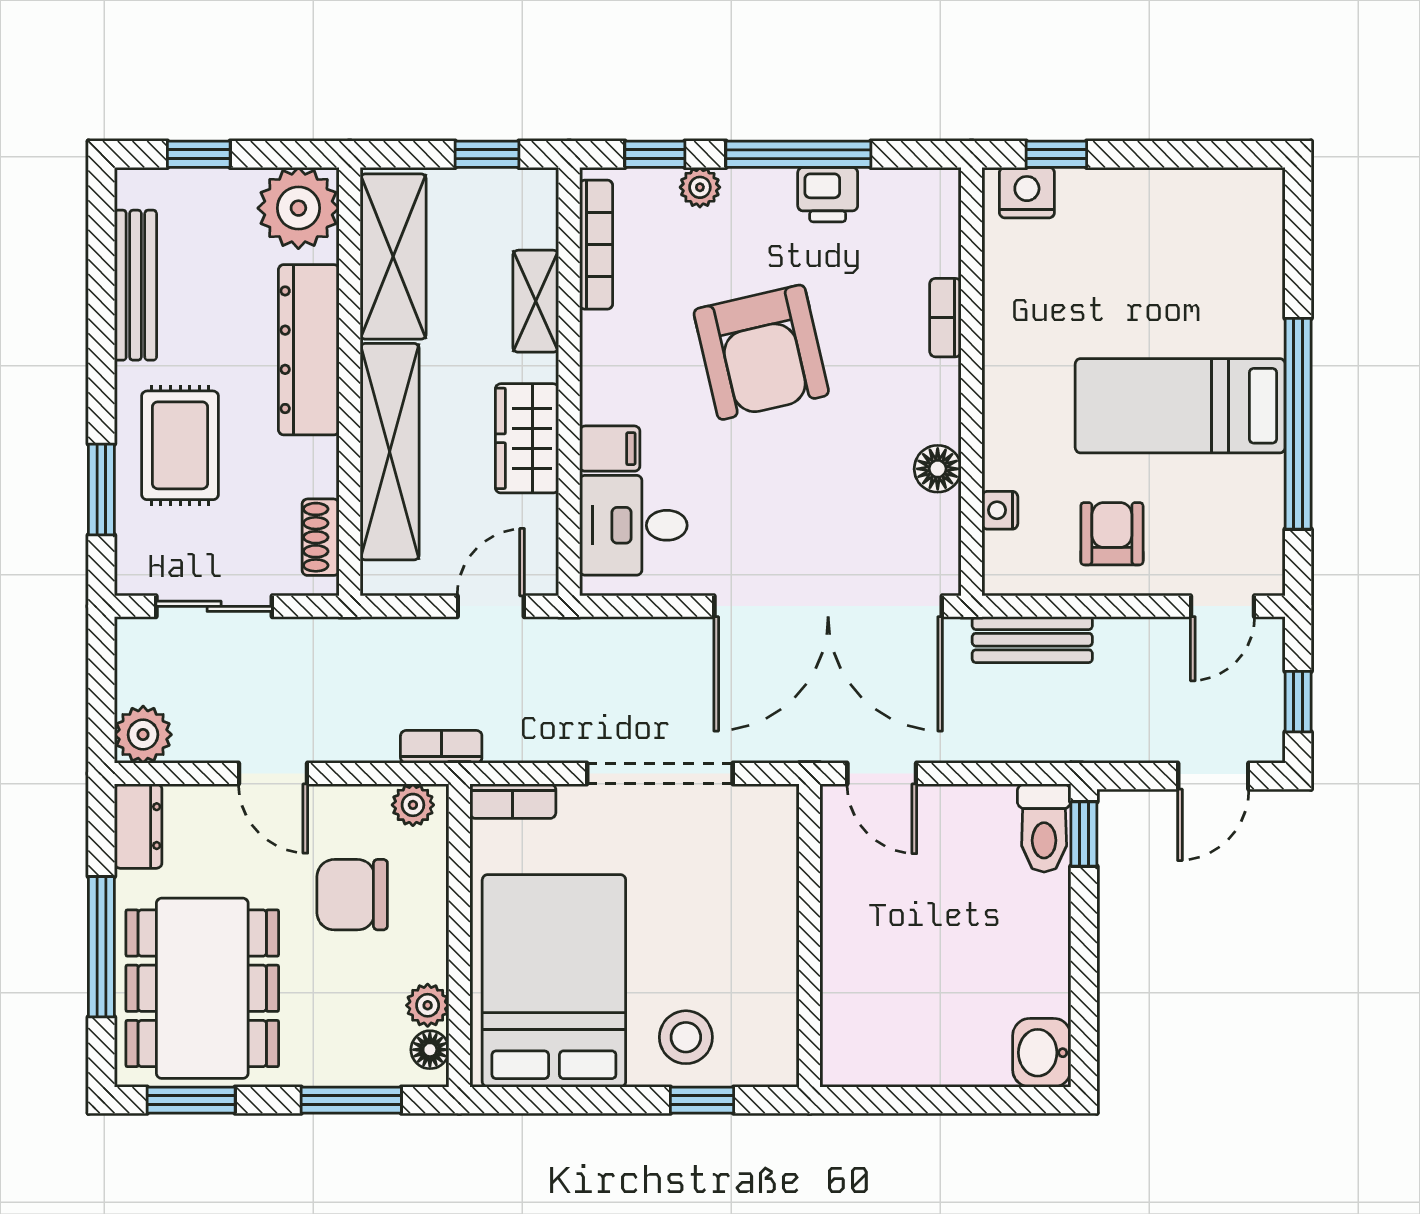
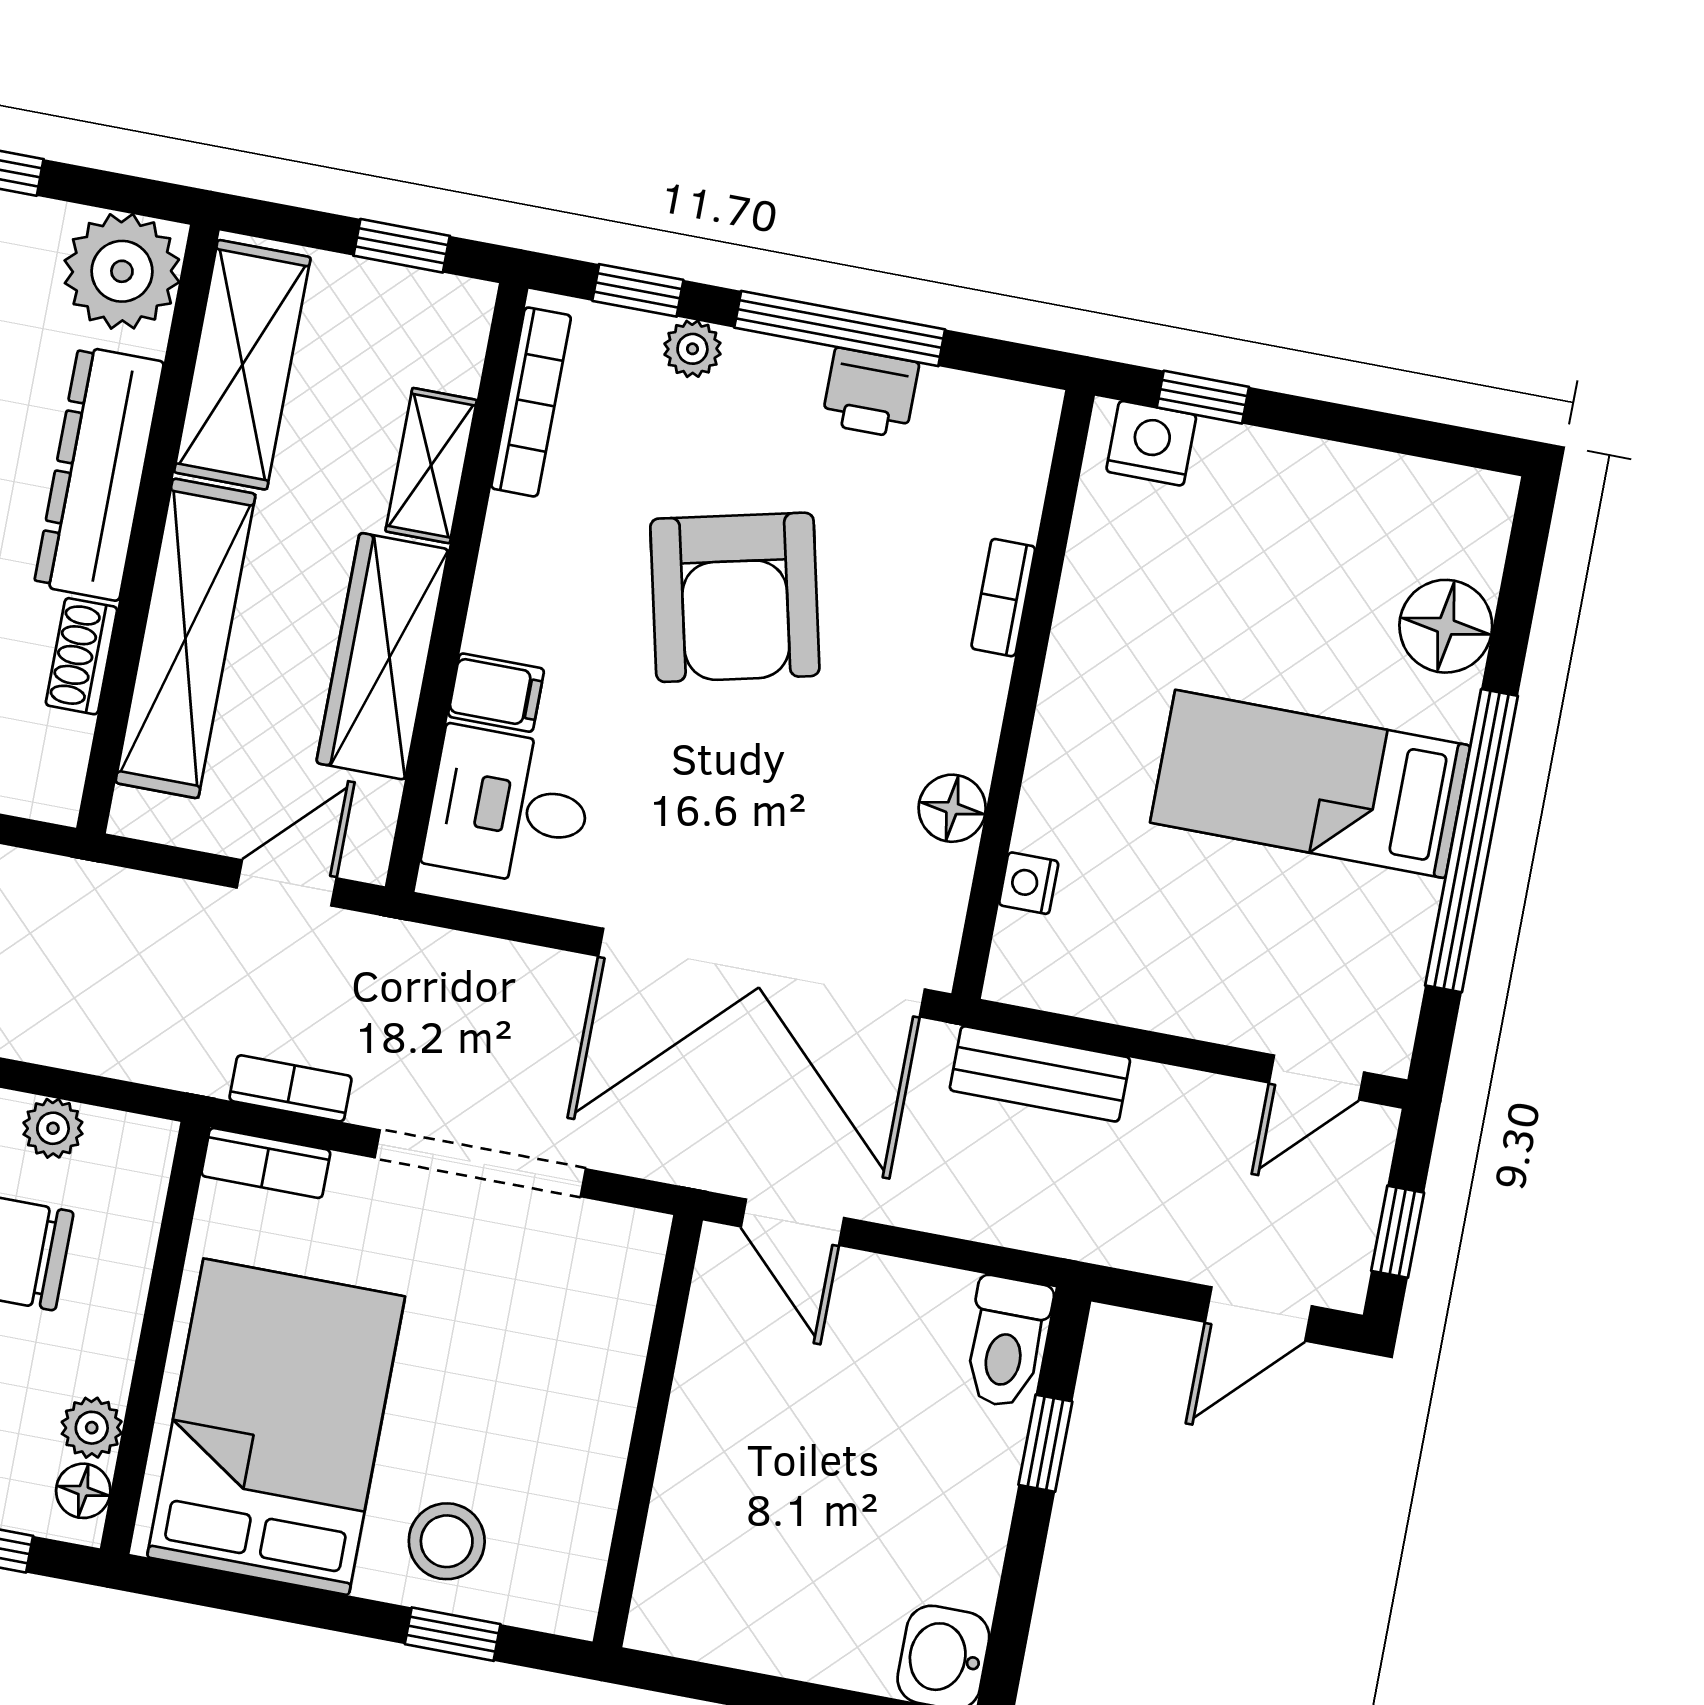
floor lamp: (1253, 280) -> (1446, 626), added
wardrobe: (527, 438) -> (382, 656), width x1.50
armchair: (1112, 534) -> (1180, 946), removed
shoe rack: (321, 537) -> (82, 656), moved
bookcase: (441, 747) -> (291, 1088), moved
plant: (413, 805) -> (53, 1128), moved
window: (1084, 834) -> (1045, 1443), moved

